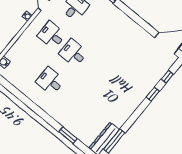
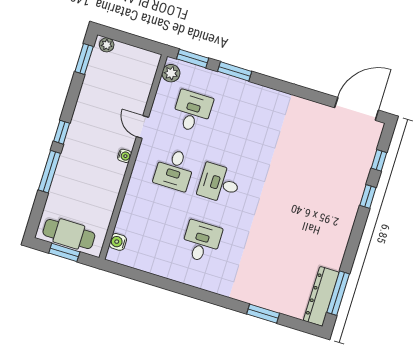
desk: (52, 35) -> (174, 170), turned -90
desk: (50, 81) -> (201, 242), turned 90

